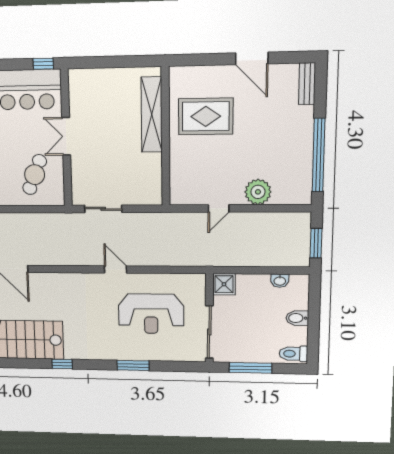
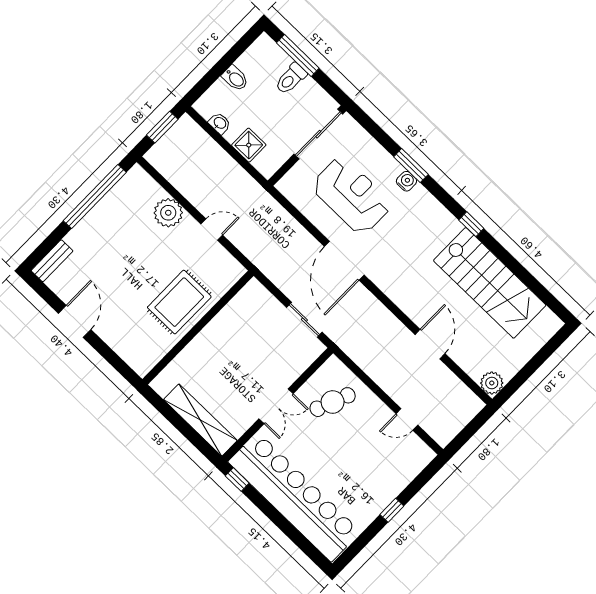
shelving: (152, 115) -> (200, 420), moved, turned 90
rug: (206, 116) -> (179, 302), moved, turned 90
door: (115, 269) -> (344, 261), width x1.88
shower: (224, 284) -> (249, 145), moved
water cooler: (126, 354) -> (406, 181), added
toilet: (293, 354) -> (291, 79), moved, turned 90
window: (251, 368) -> (298, 56), moved

